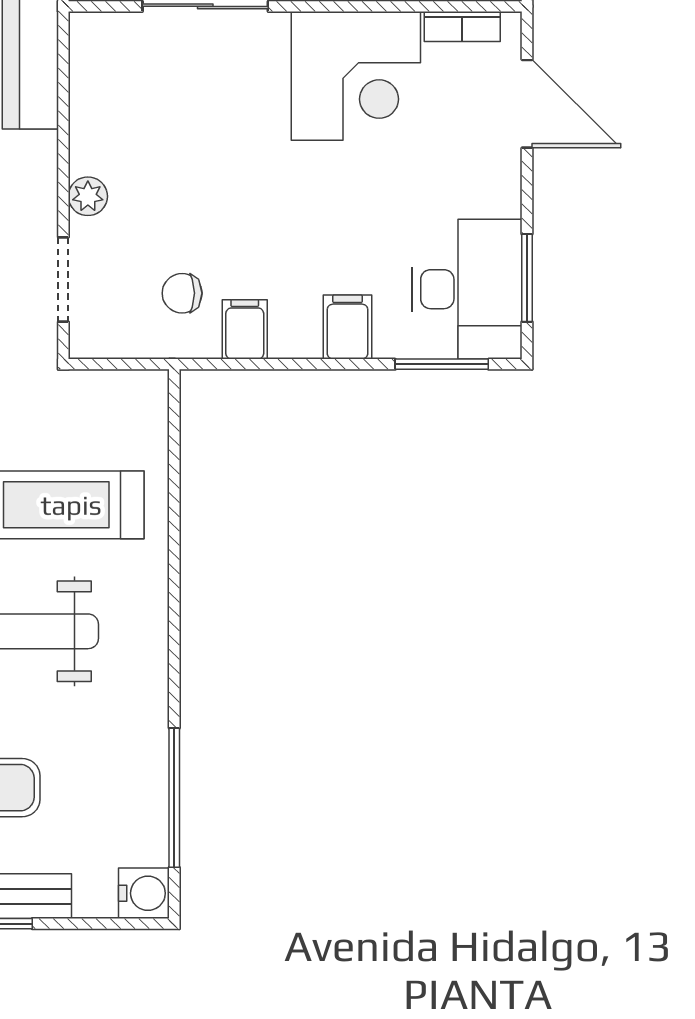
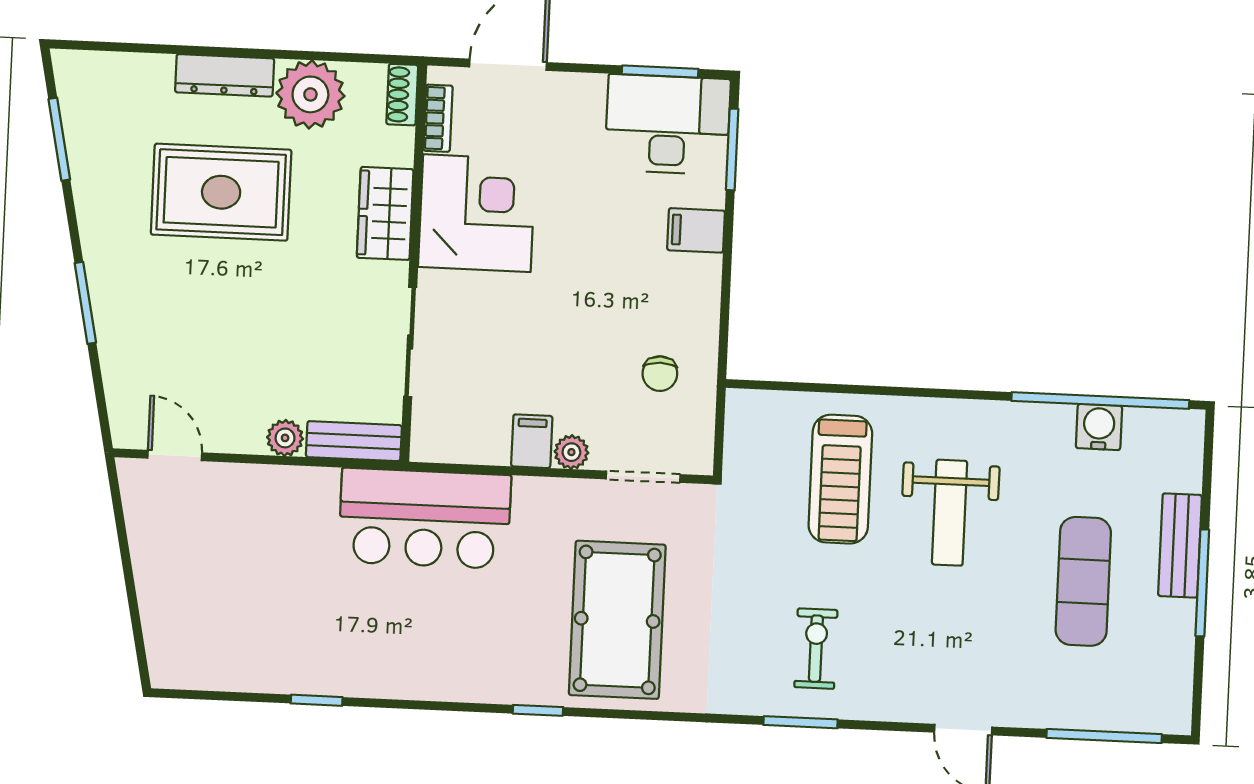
filing cabinet: (245, 329) -> (532, 441), moved, turned 90
window: (174, 798) -> (1100, 400), width x1.46
water cooler: (144, 893) -> (1099, 427), moved

